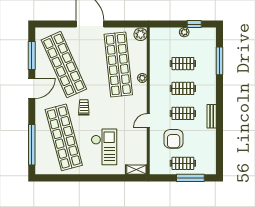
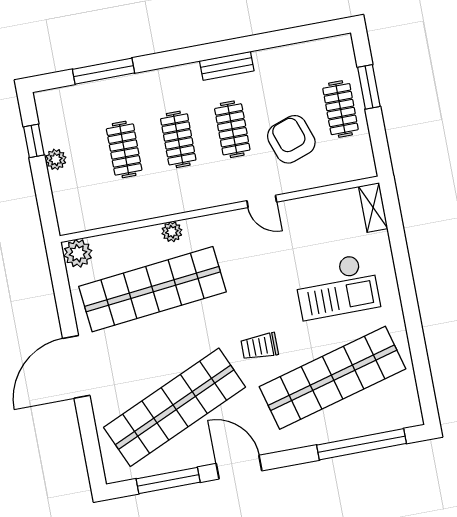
armchair: (174, 139) -> (291, 139), turned -109
checkout: (104, 147) -> (337, 287), turned 180
window: (190, 178) -> (369, 87), width x0.69

